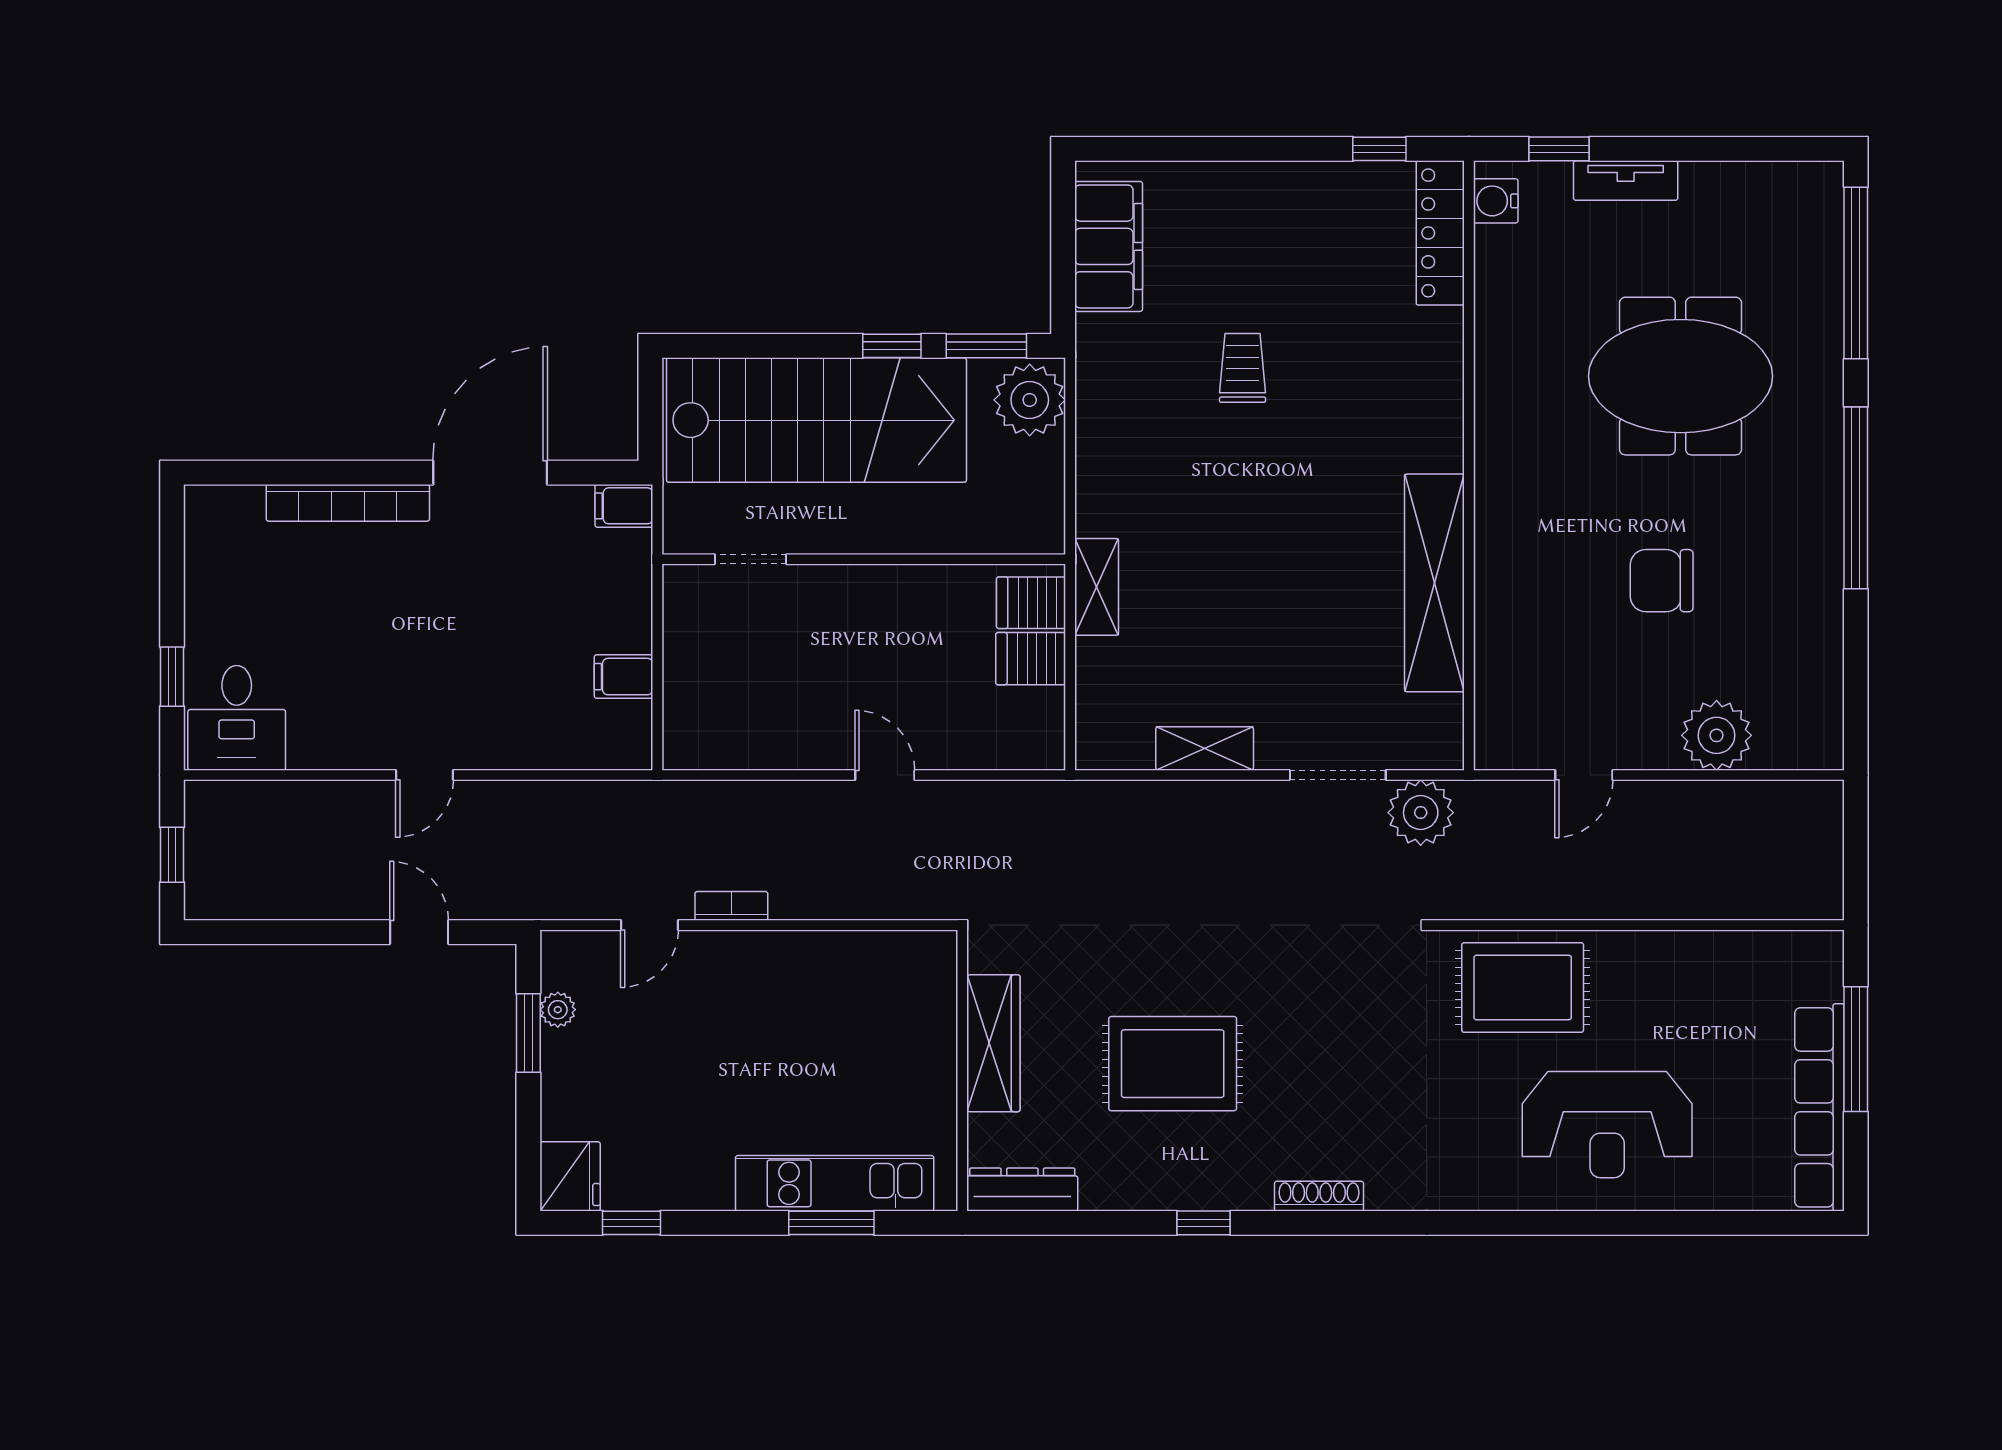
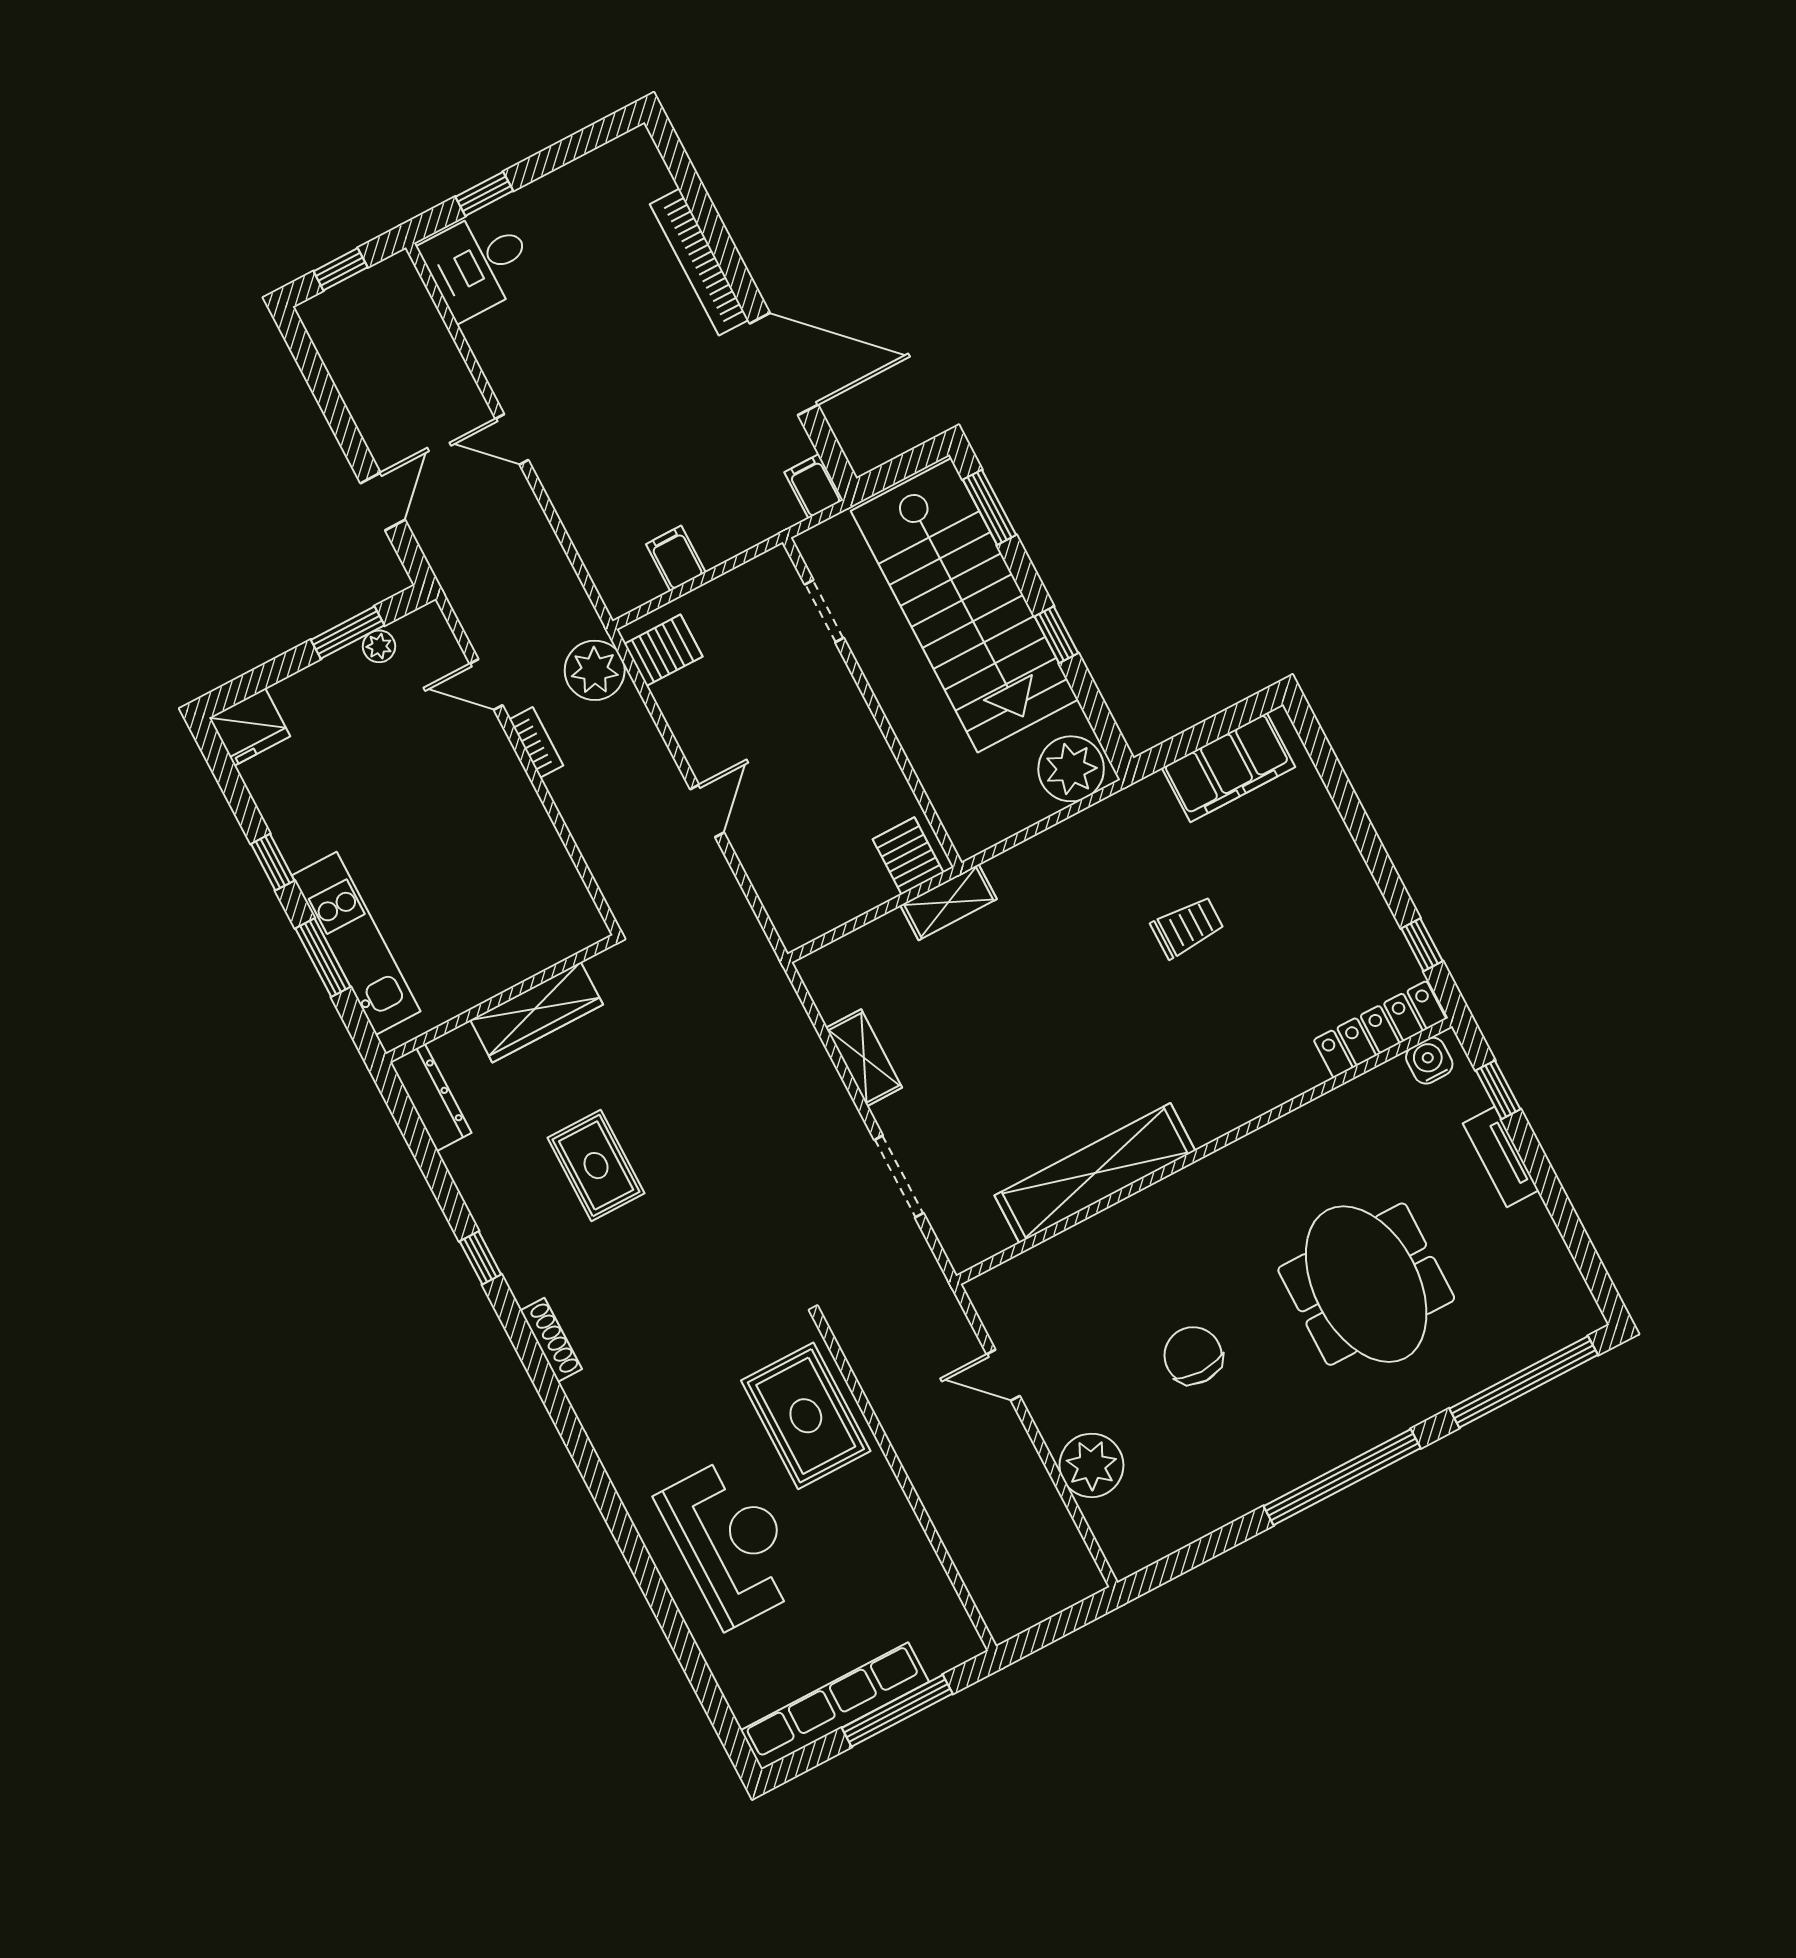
window: (986, 346) -> (989, 507), moved
server rack: (1031, 659) -> (663, 650), moved, turned 90
plant: (1421, 813) -> (595, 670), moved
rug: (1173, 1064) -> (596, 1166), width x0.73, depth x0.70
reception desk: (1607, 1125) -> (731, 1542), turned 180
window: (632, 1223) -> (273, 862), moved

